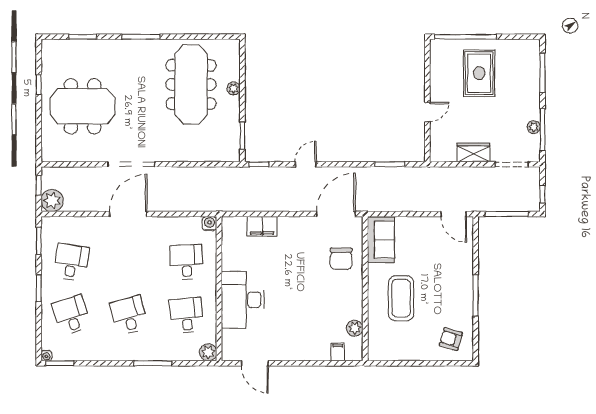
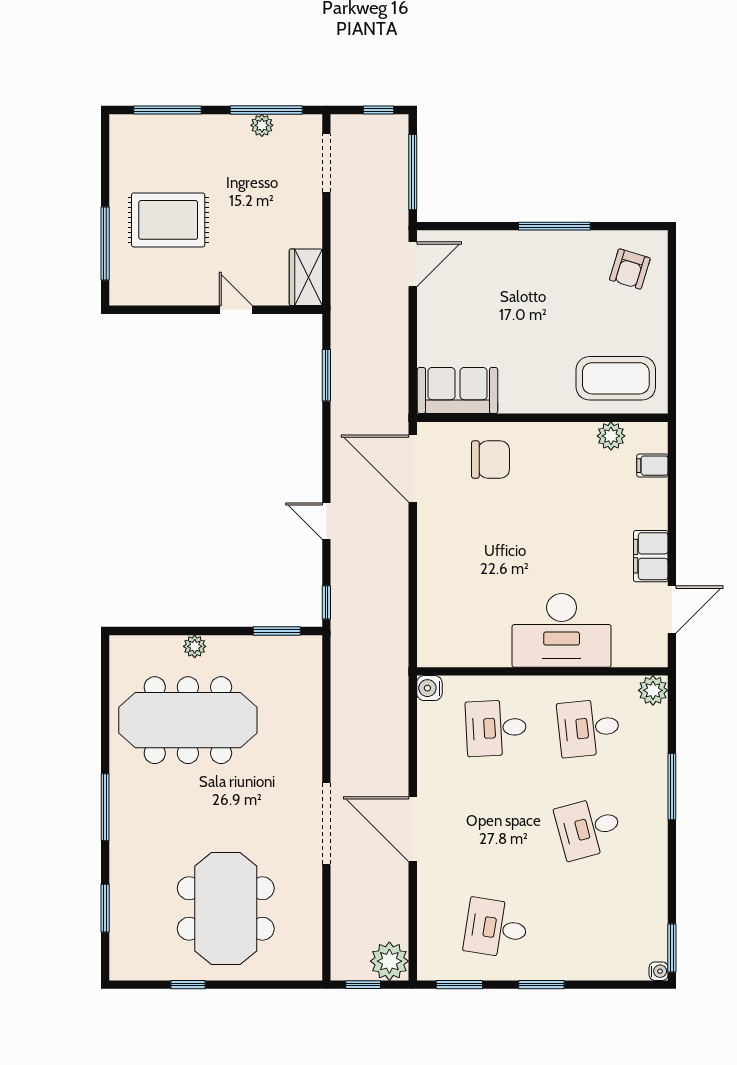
window: (466, 37) -> (105, 244), width x0.68
wardrobe: (473, 152) -> (306, 277), moved
filing cabinet: (262, 226) -> (651, 556), moved, turned 180
coffee table: (401, 298) -> (616, 378), moved
desk: (71, 315) -> (589, 928), removed

